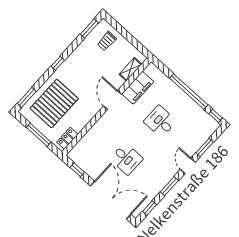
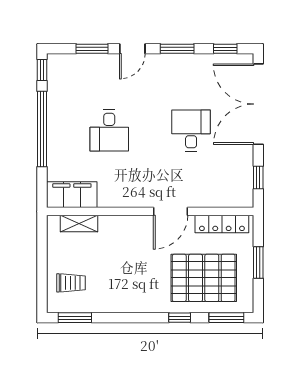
window: (58, 63) -> (180, 318), moved
filing cabinet: (138, 88) -> (72, 195), moved
door: (113, 100) -> (171, 211), moved
window: (39, 135) -> (258, 262), width x0.69
locker: (67, 138) -> (222, 224), width x1.53

